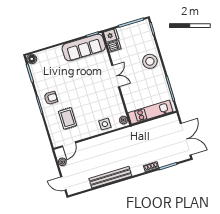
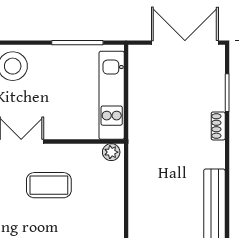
coffee table: (99, 95) -> (49, 185), added
side table: (105, 124) -> (108, 191), removed

